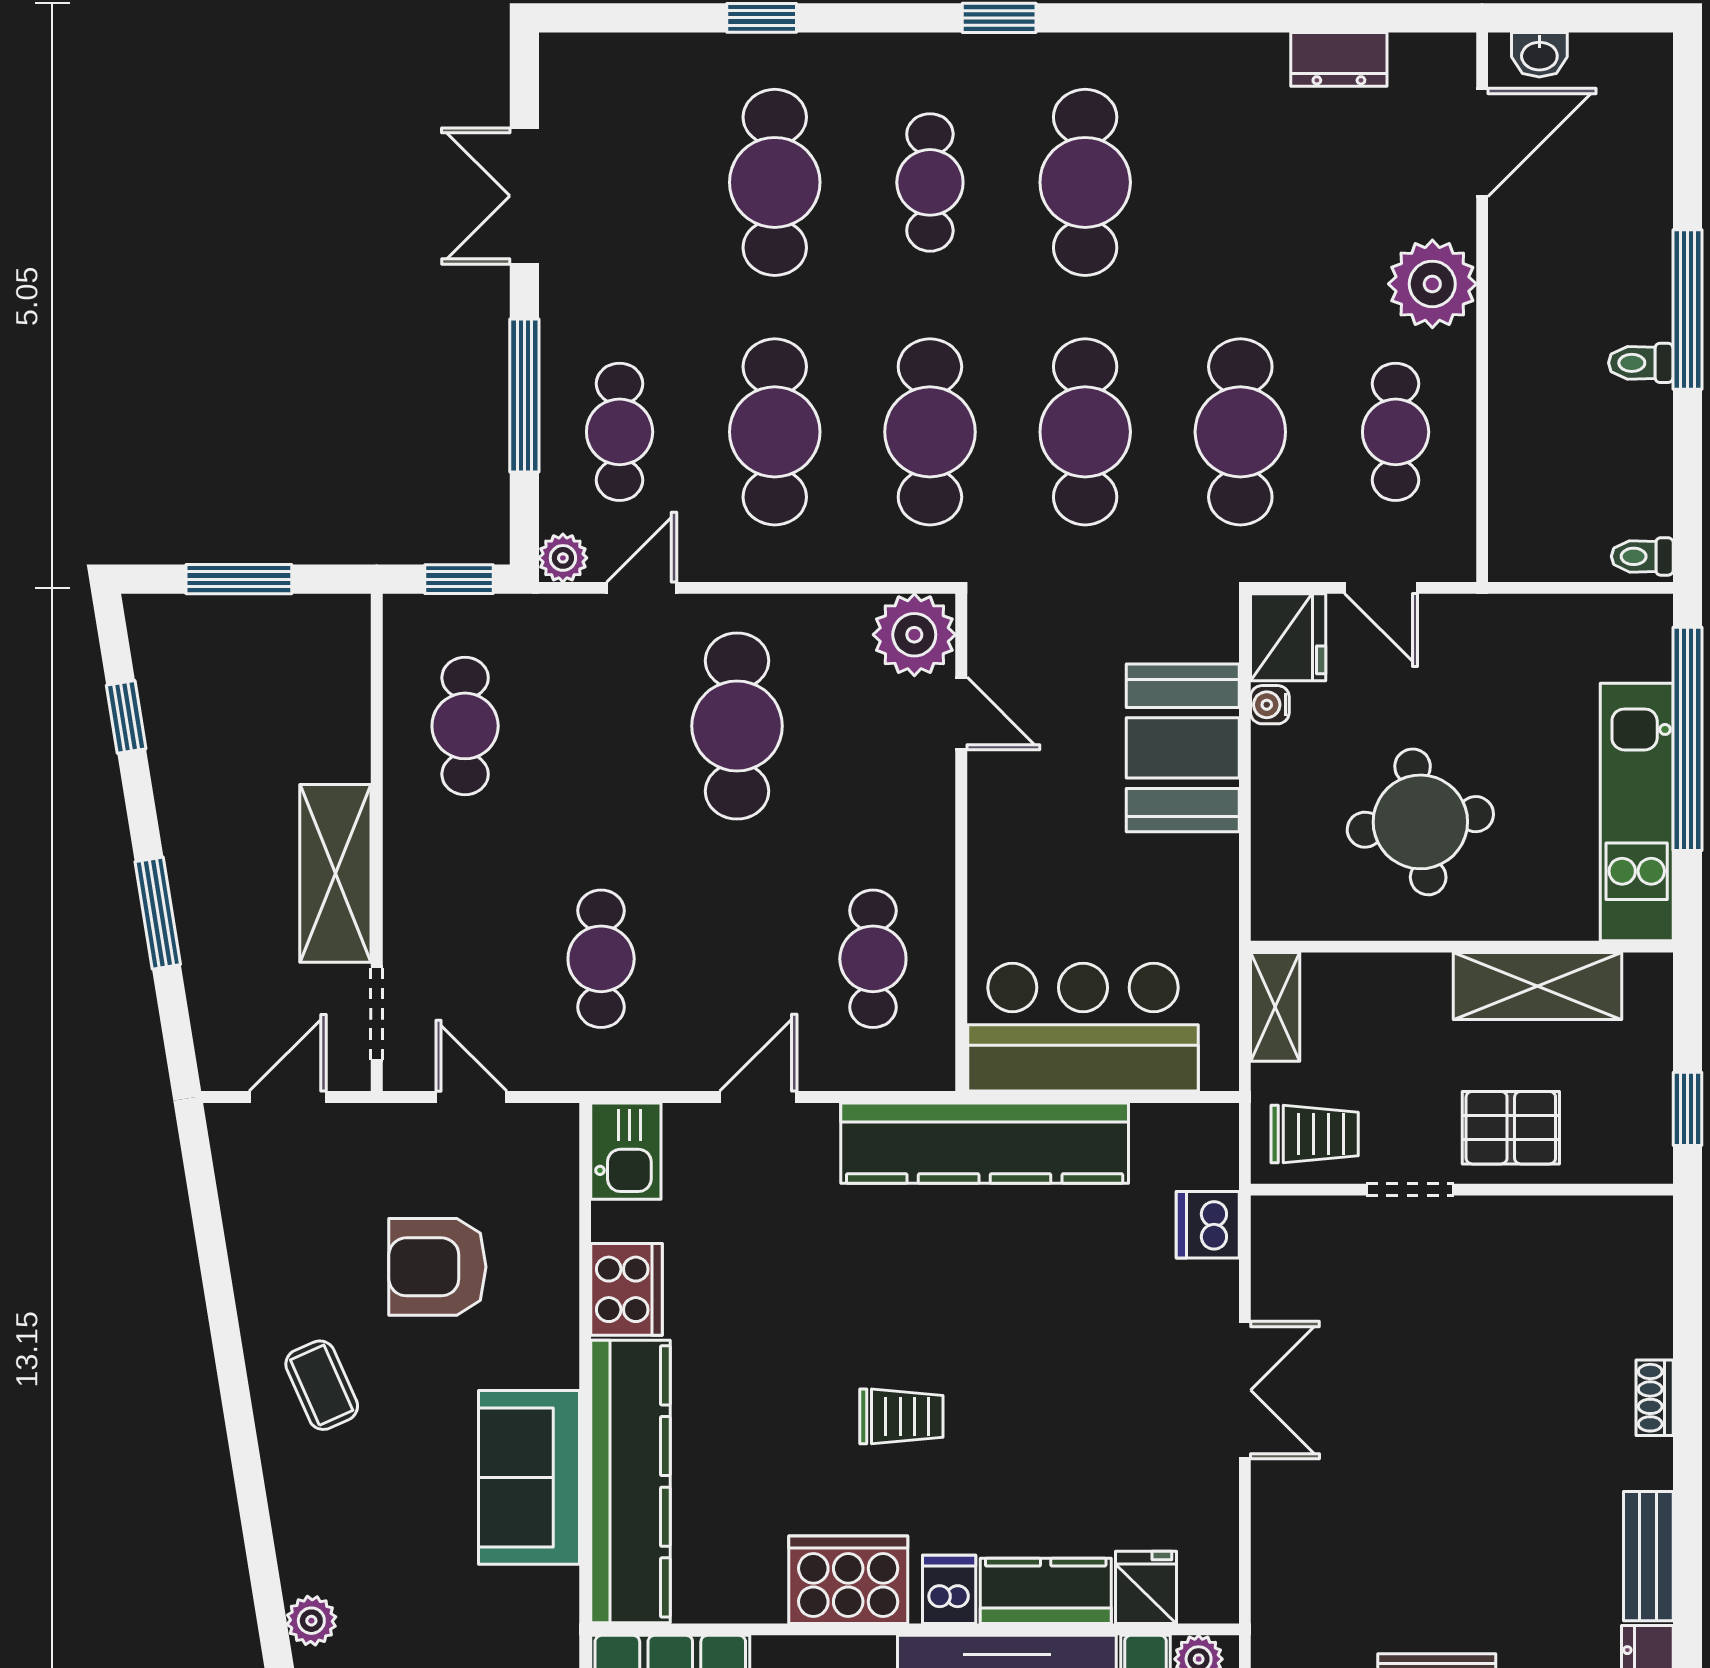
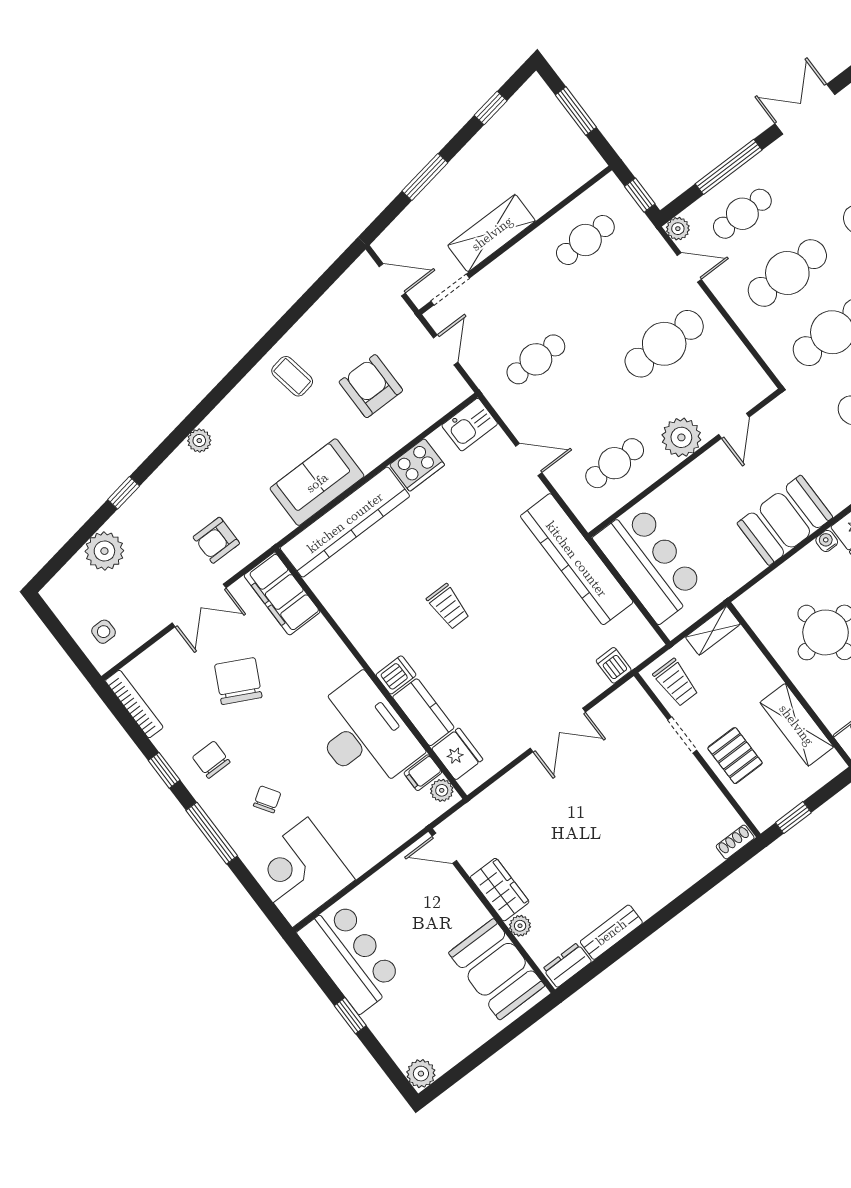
plant: (914, 635) -> (681, 437), moved
dishwasher: (1208, 1225) -> (614, 665), width x0.73
coffee table: (322, 1385) -> (292, 376), turned -76
shoe rack: (1655, 1398) -> (735, 842), moved
cooker: (848, 1580) -> (370, 634), removed
fridge: (1146, 1587) -> (457, 754), width x1.38

